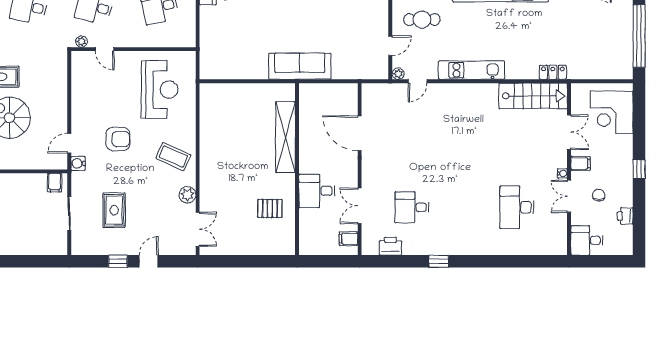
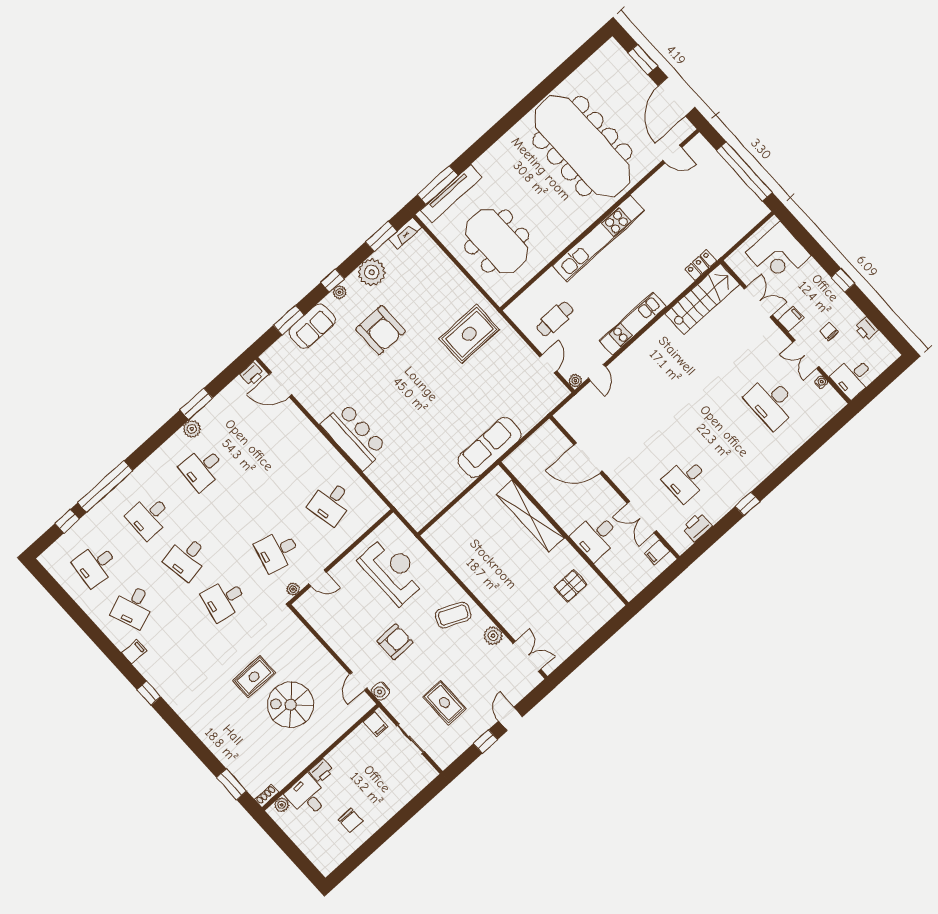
water cooler: (562, 174) -> (821, 382), moved

